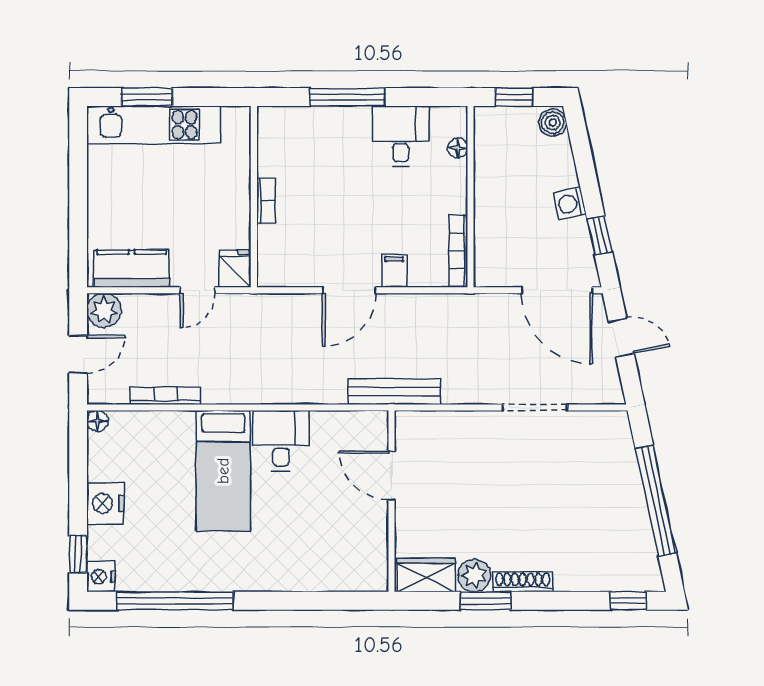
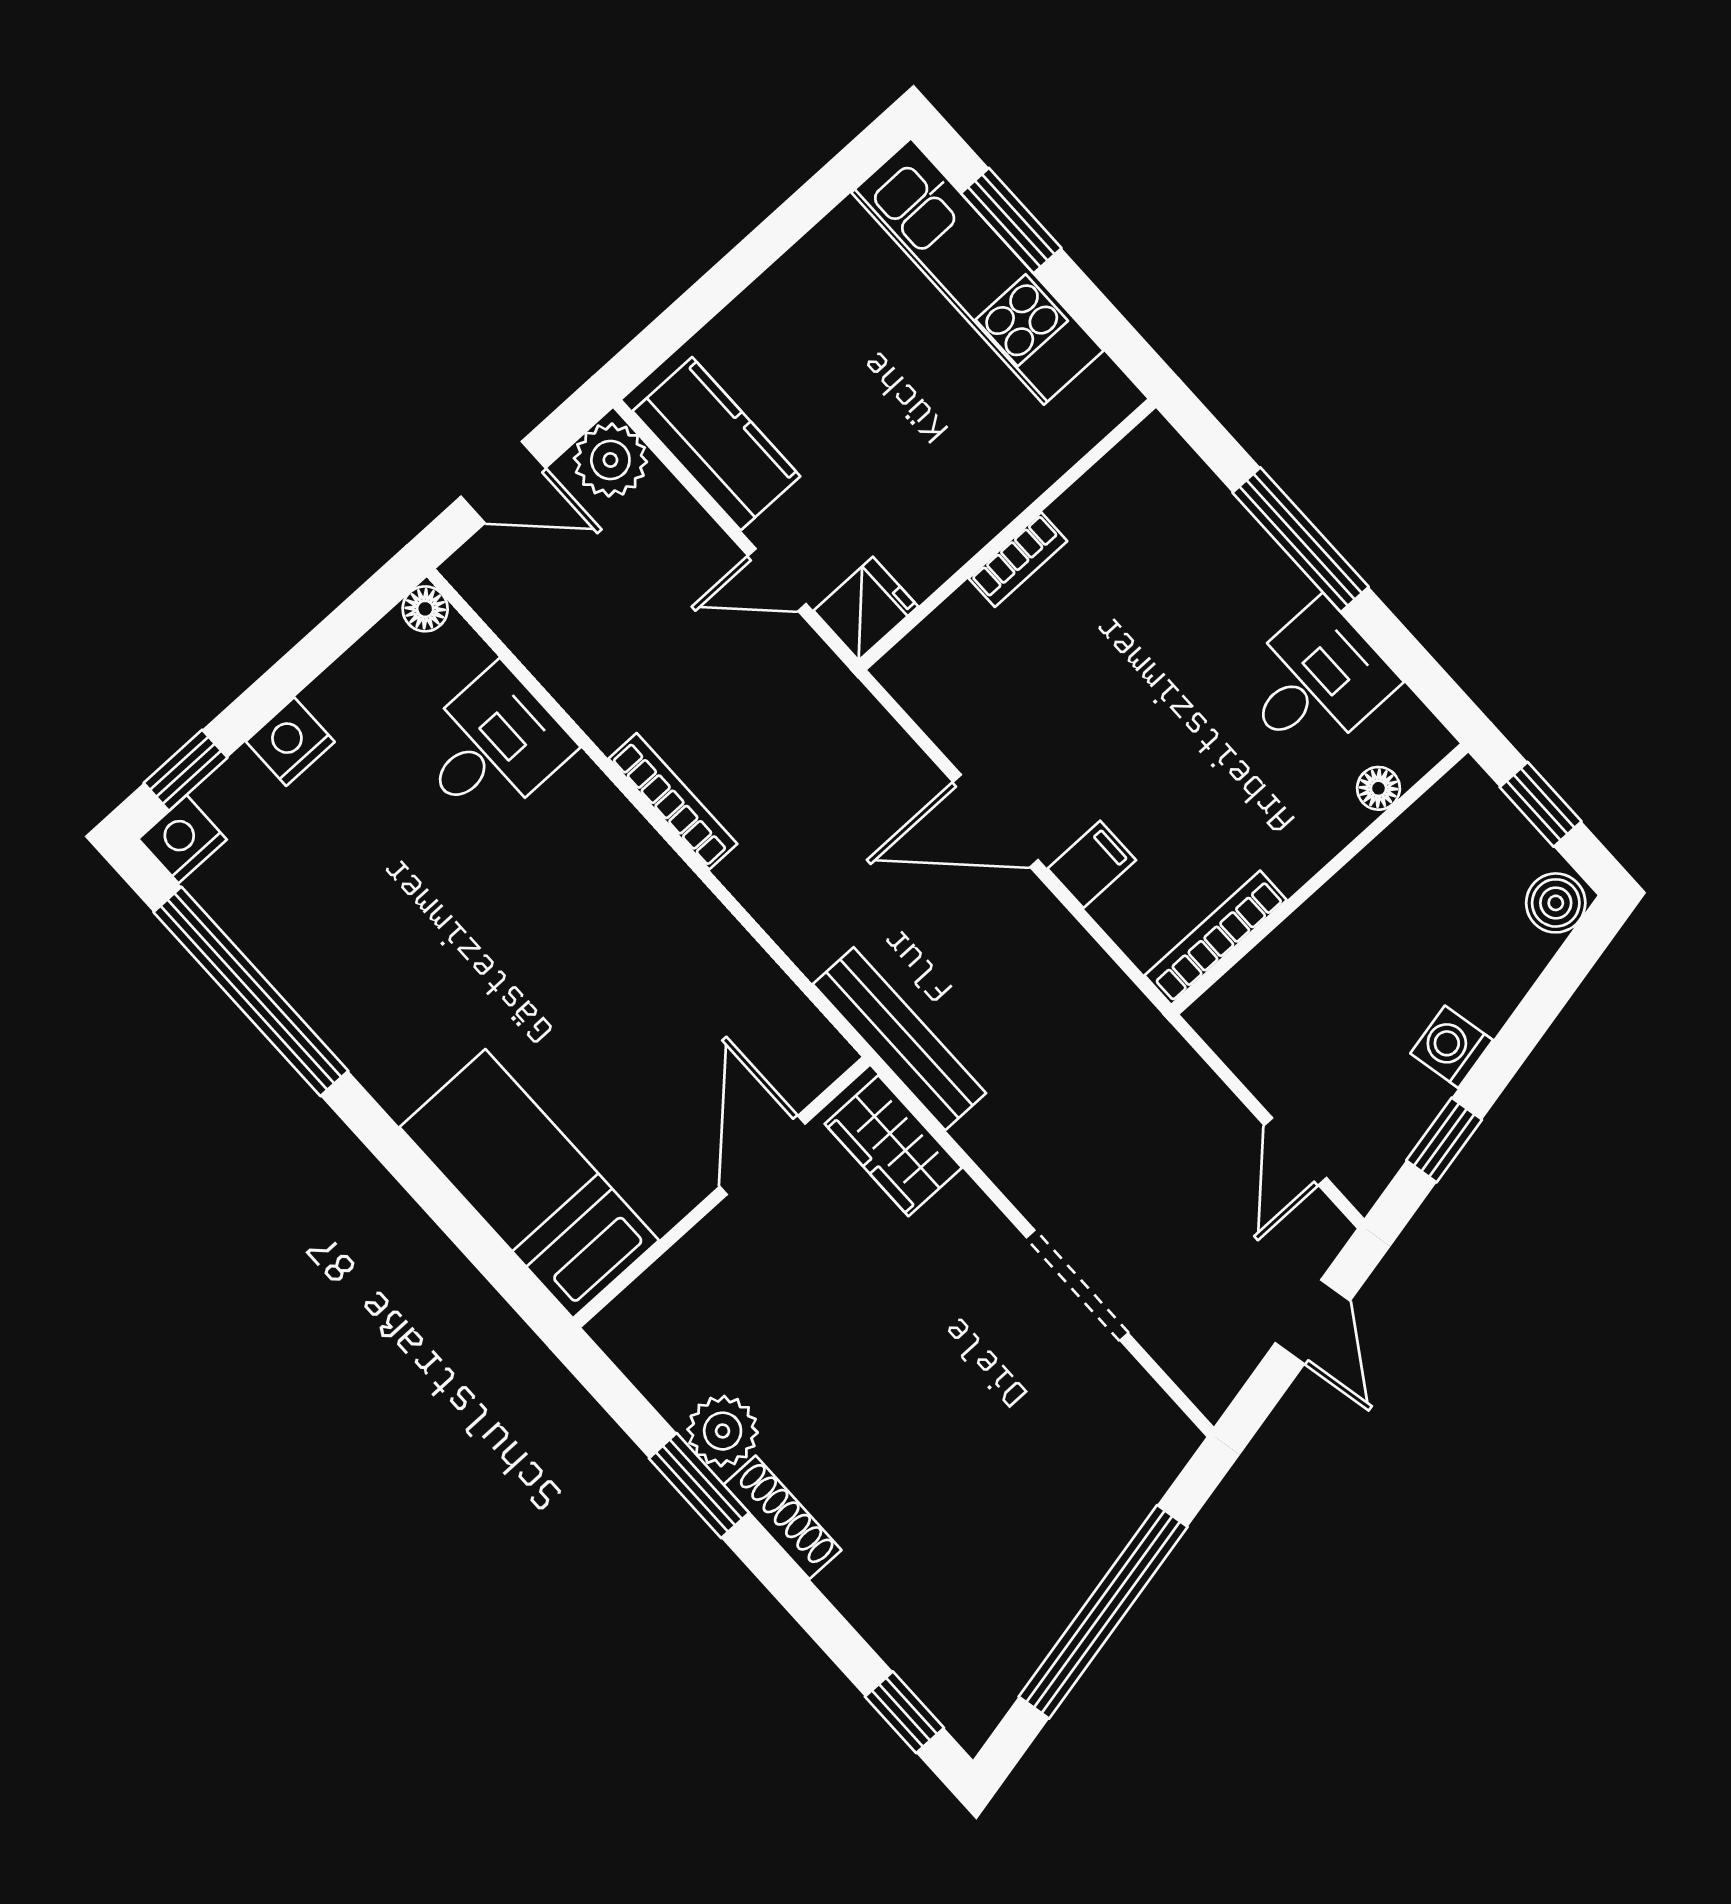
door: (557, 290) -> (1295, 1151), width x0.53
bookcase: (166, 396) -> (673, 801), moved
desk: (281, 441) -> (492, 746), moved
bed: (223, 471) -> (529, 1184), moved, turned 90
nightstand: (106, 503) -> (290, 742), width x0.74, depth x0.75
wardrobe: (426, 575) -> (893, 1146), moved, turned 180

